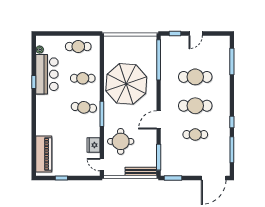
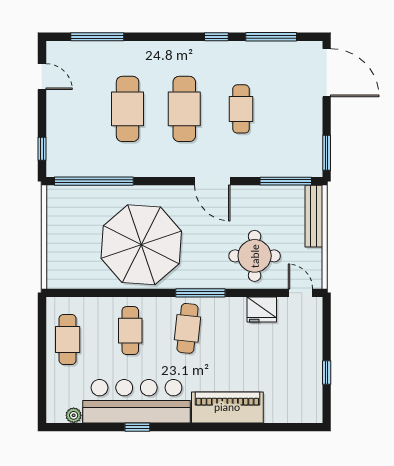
door: (196, 33) -> (42, 77), moved
bar counter: (47, 74) -> (136, 401), width x1.36
piano: (44, 154) -> (227, 407), moved
door: (102, 165) -> (300, 293), swing flipped

